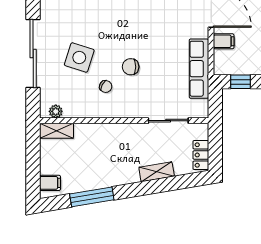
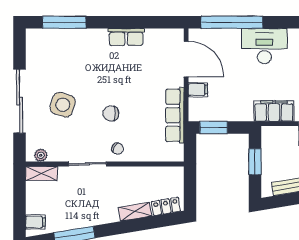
window: (240, 82) -> (214, 128), width x1.50
chair: (106, 87) -> (118, 149), moved
sliding door: (168, 121) -> (87, 164), moved
locker: (201, 155) -> (166, 206), moved, turned 81

